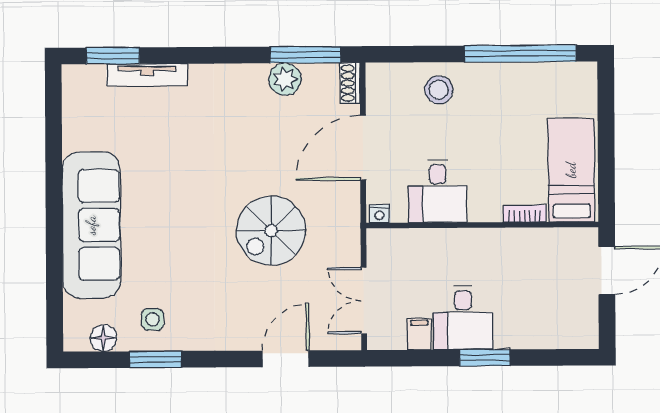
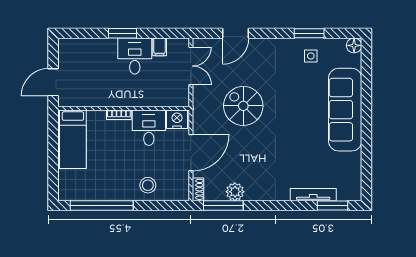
nightstand: (379, 214) -> (177, 119), width x1.89, depth x1.79
bookcase: (525, 214) -> (119, 115), moved
spiral stairs: (271, 231) -> (243, 106), turned -90
floor lamp: (103, 338) -> (354, 45), moved

